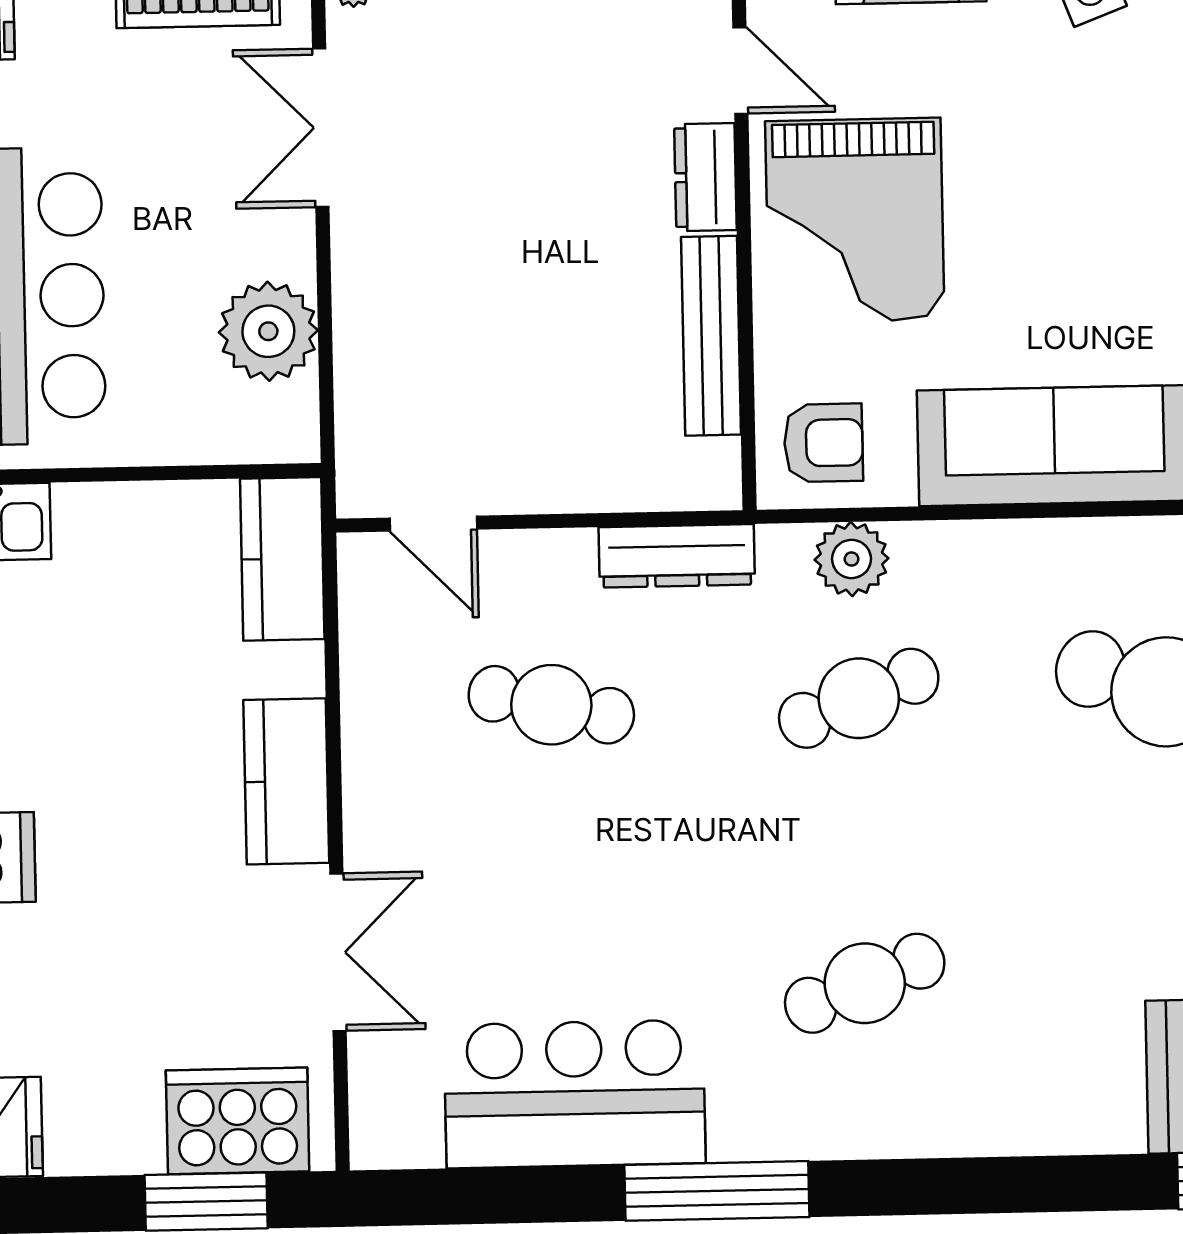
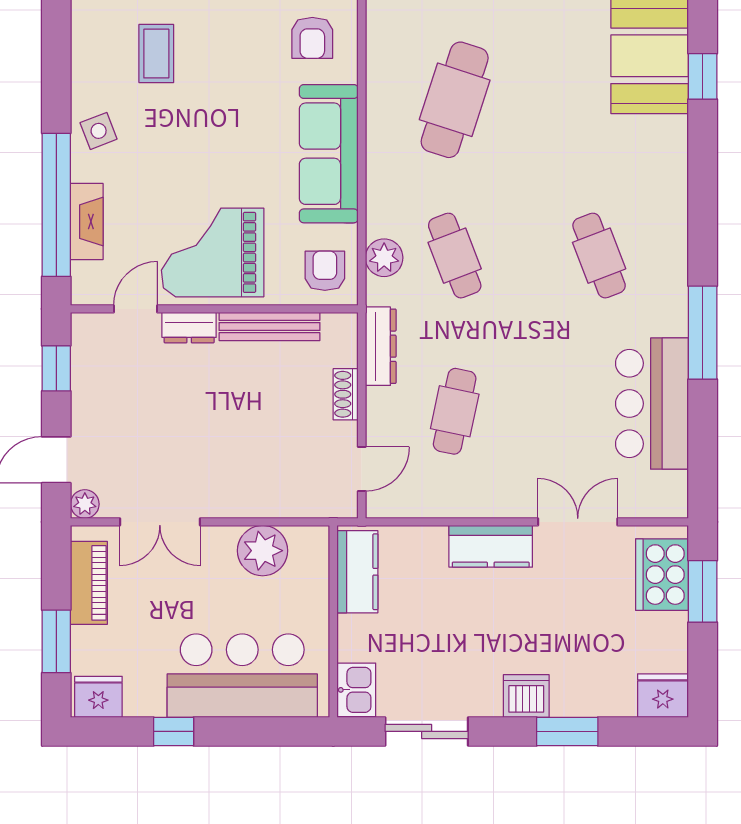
grand piano: (855, 220) -> (213, 252), turned 180
shoe rack: (580, 489) -> (346, 394), added
kitchen counter: (282, 559) -> (357, 572), moved, turned -90

